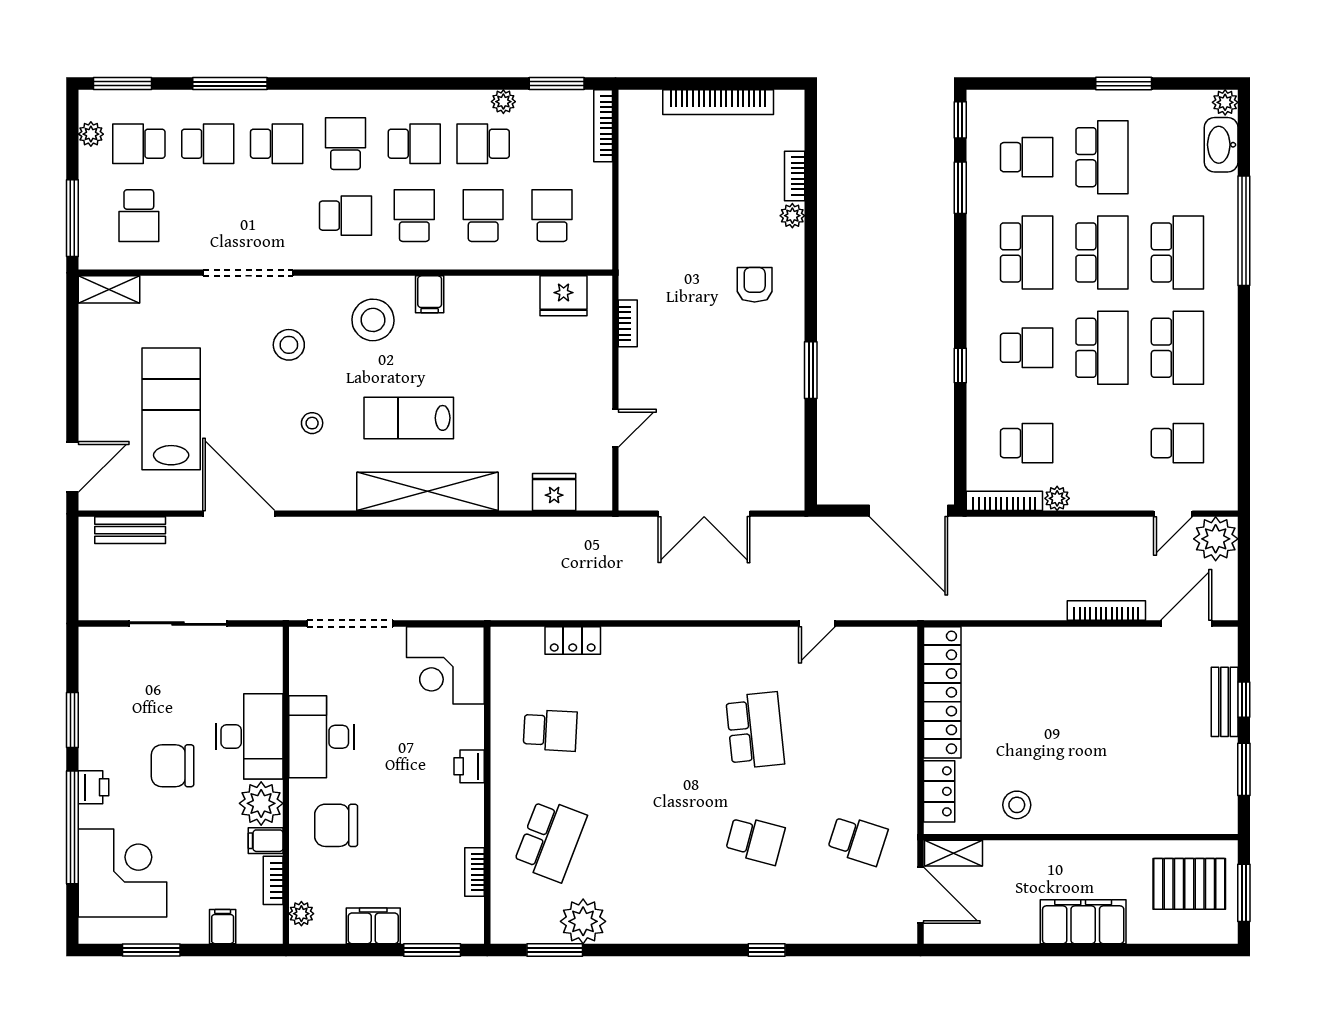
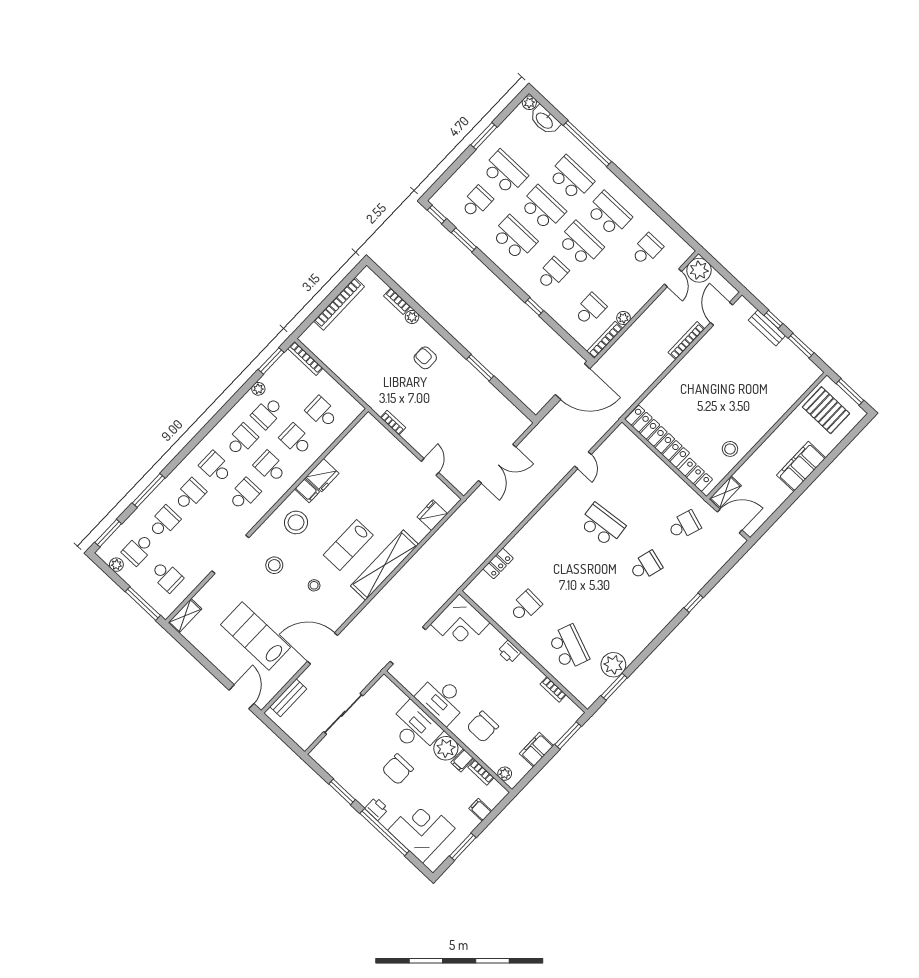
fridge: (564, 296) -> (323, 475), moved
pallet: (1189, 884) -> (826, 410), turned 90

